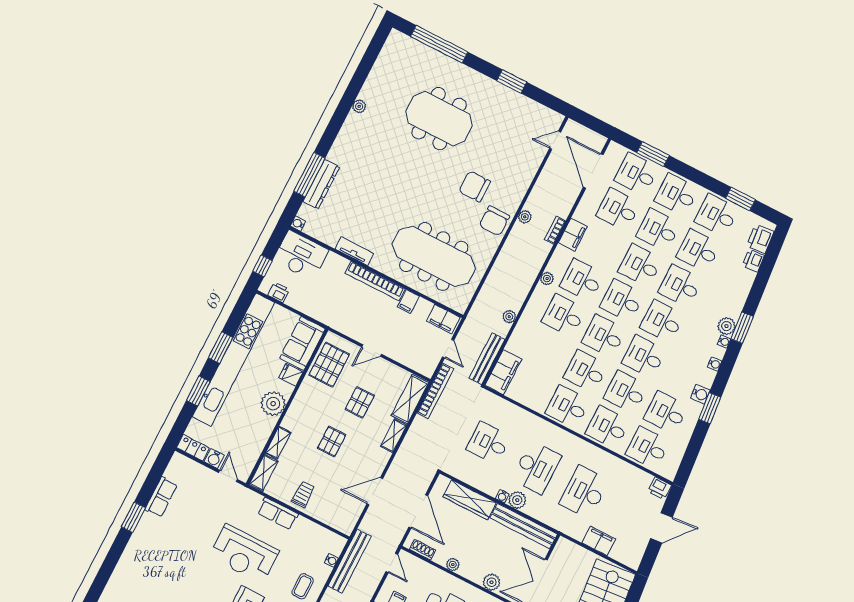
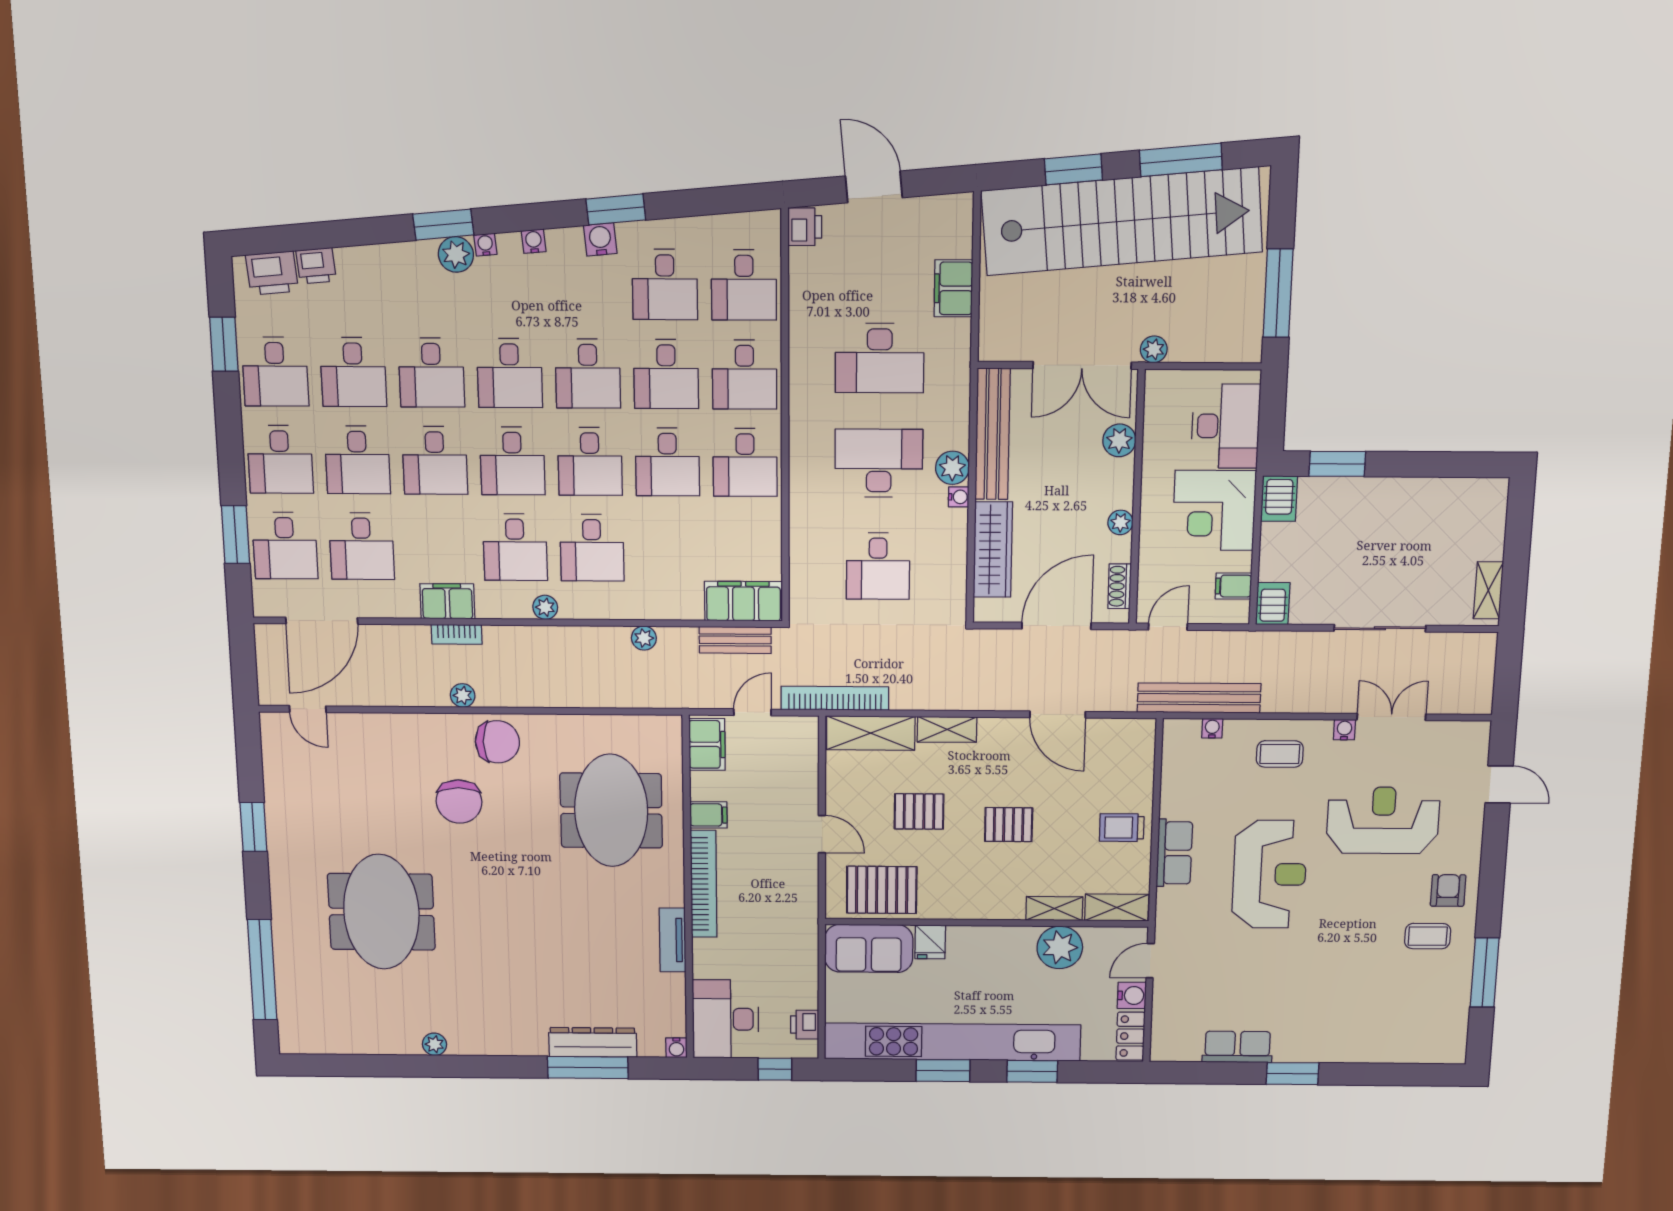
meeting table: (434, 256) -> (611, 811), width x0.73
bench: (487, 359) -> (735, 640), width x0.73
plant: (273, 404) -> (1060, 947), moved

